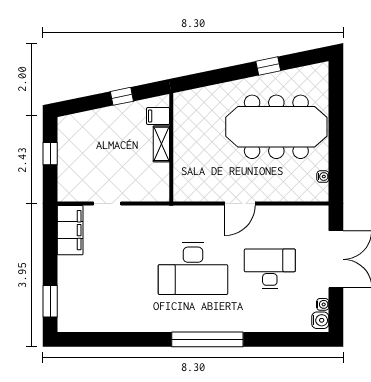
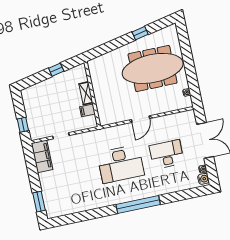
filing cabinet: (158, 116) -> (87, 110), moved
window: (50, 154) -> (23, 125), moved

